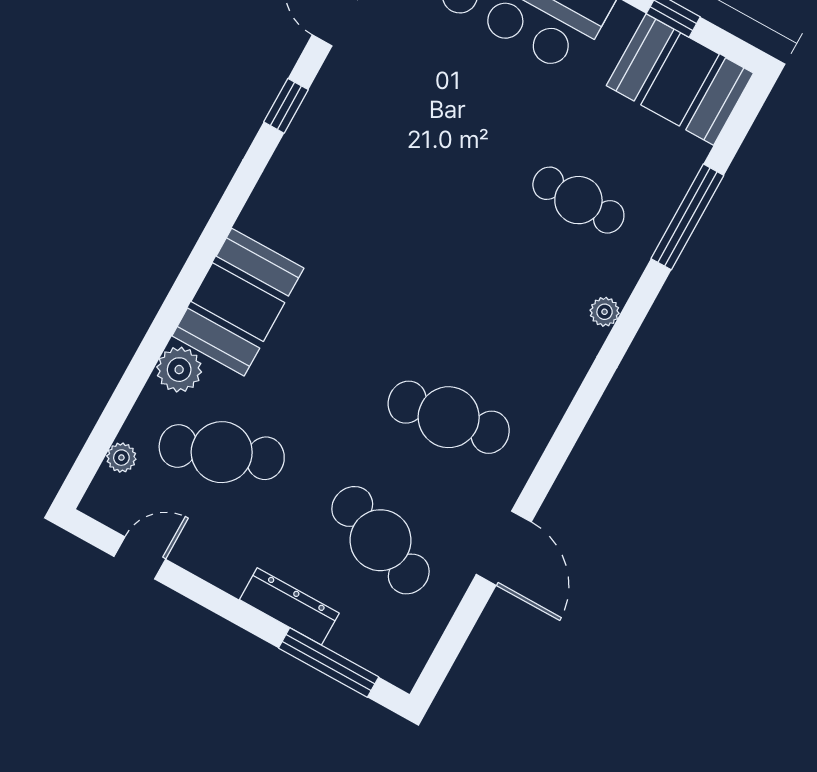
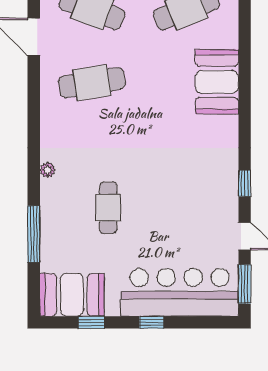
cafe table: (578, 200) -> (108, 208), moved, turned 90
plant: (179, 370) -> (227, 36), removed

